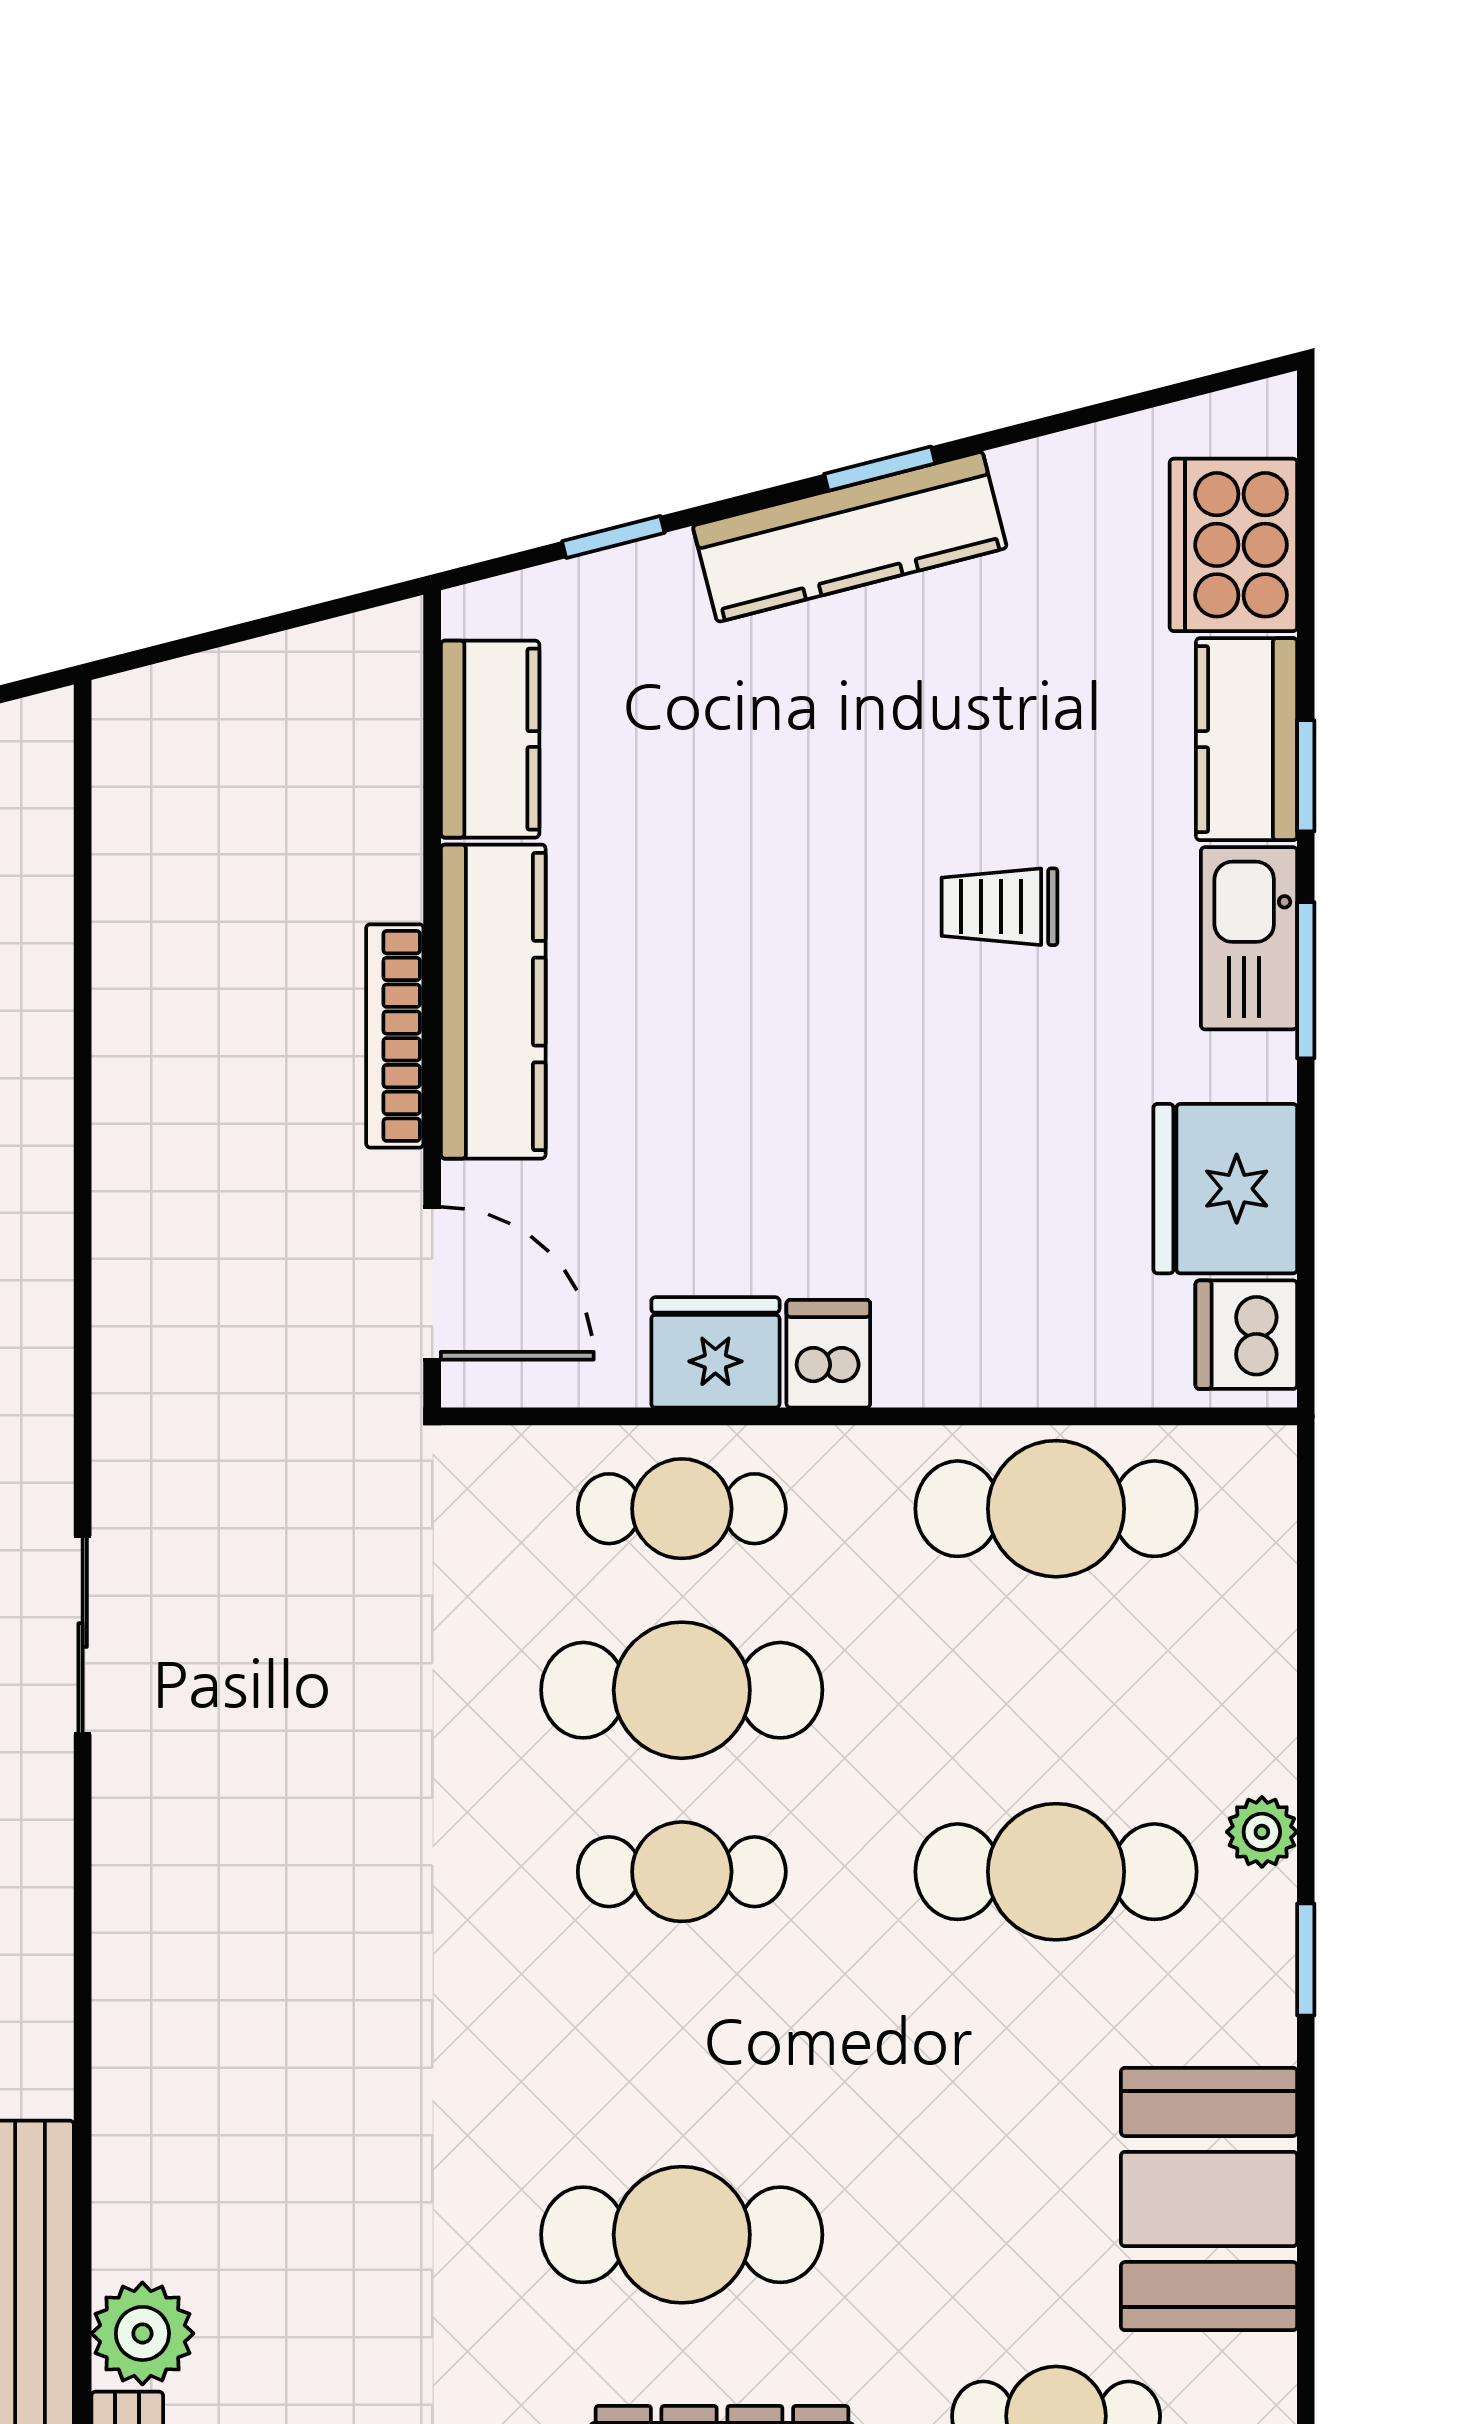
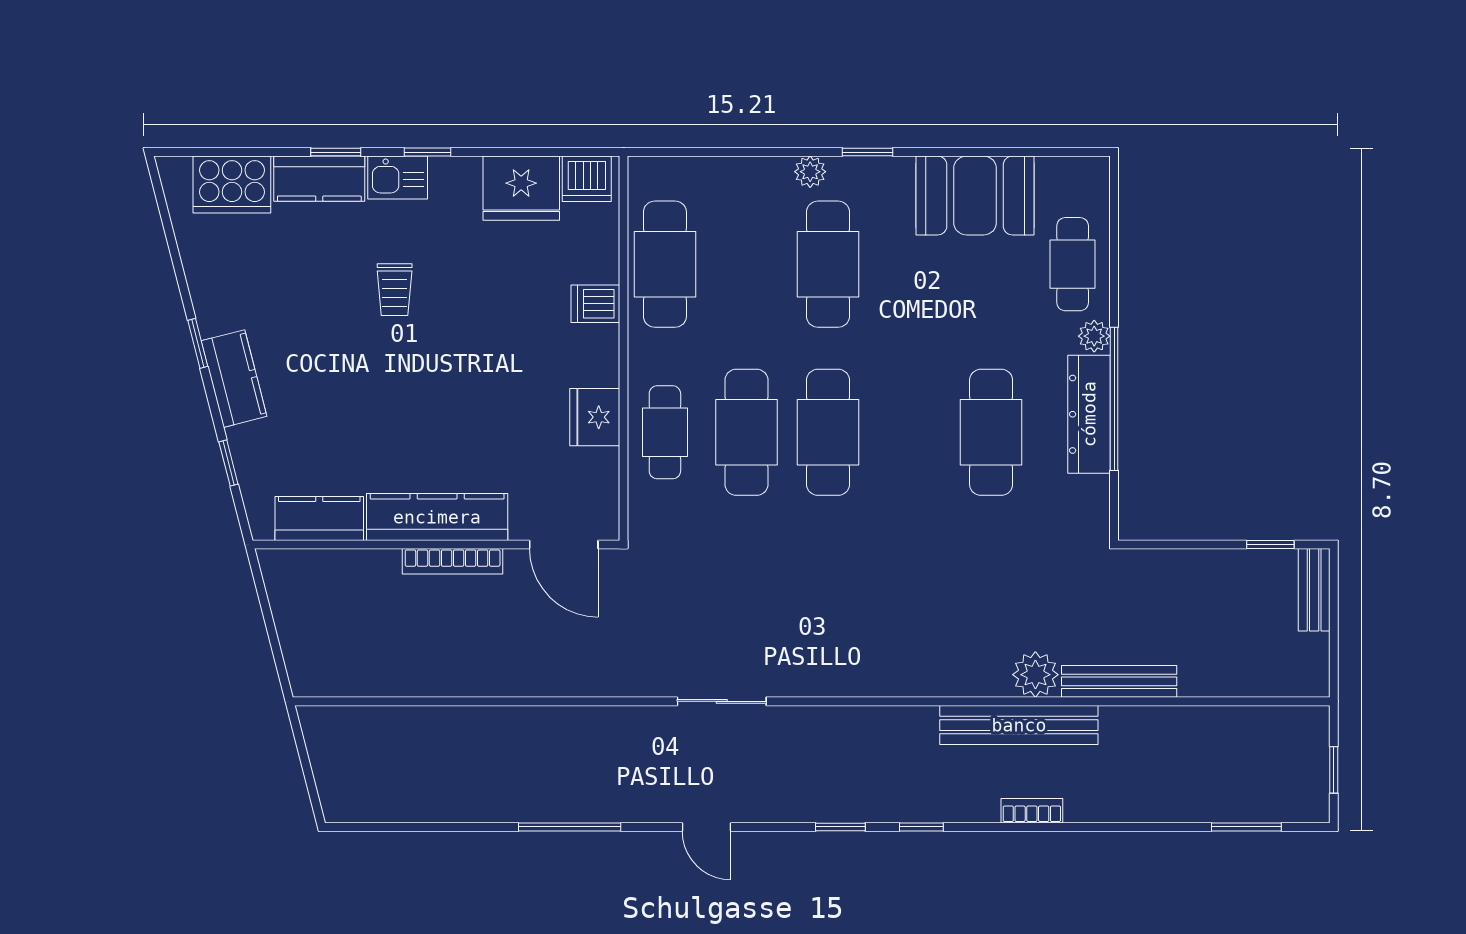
kitchen counter: (850, 537) -> (234, 379), width x0.67
kitchen sink: (1249, 938) -> (398, 178), width x0.73
window: (1306, 980) -> (428, 152), width x0.67
door: (432, 1283) -> (564, 544), swing flipped
dishwasher: (828, 1354) -> (595, 304), moved
cafe table: (682, 1872) -> (828, 432), width x1.37, depth x1.35

